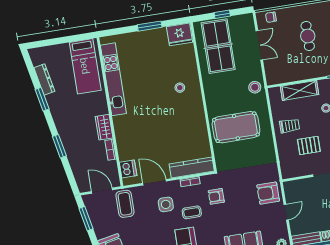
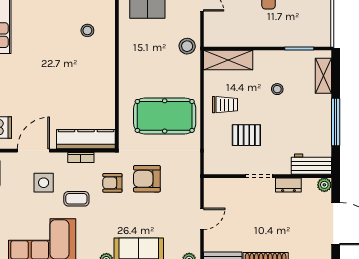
shelving: (299, 90) -> (228, 60), moved
pool table: (236, 127) -> (165, 116), moved
door: (155, 182) -> (33, 151), hinge flipped
armchair: (268, 193) -> (147, 179), moved

